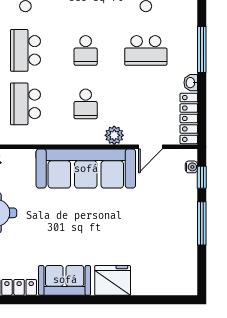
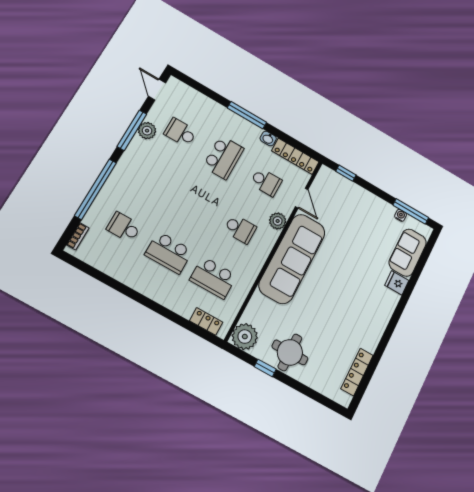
school desk: (86, 50) -> (266, 182), moved
water cooler: (191, 167) -> (401, 215), moved
window: (202, 223) -> (411, 211), moved
sofa: (65, 280) -> (408, 253), moved
fridge: (113, 280) -> (397, 283), width x0.53, depth x0.75

